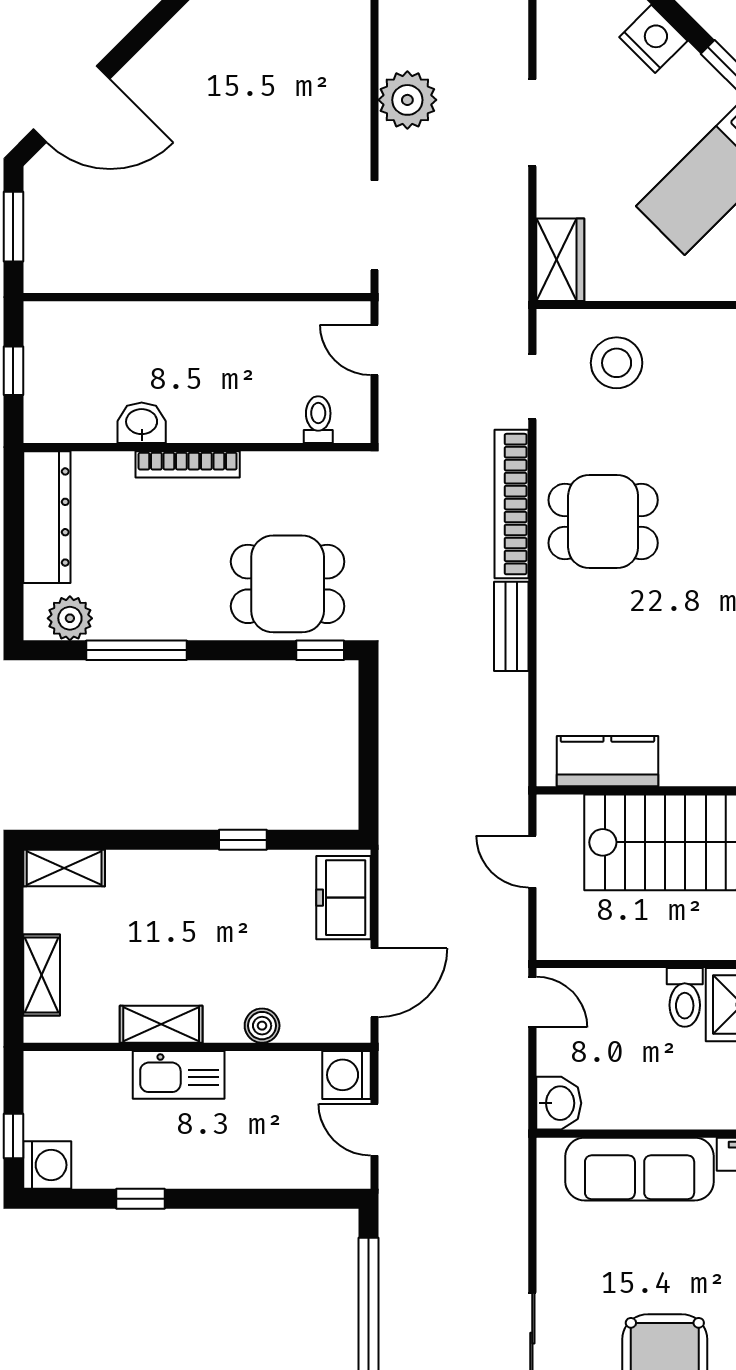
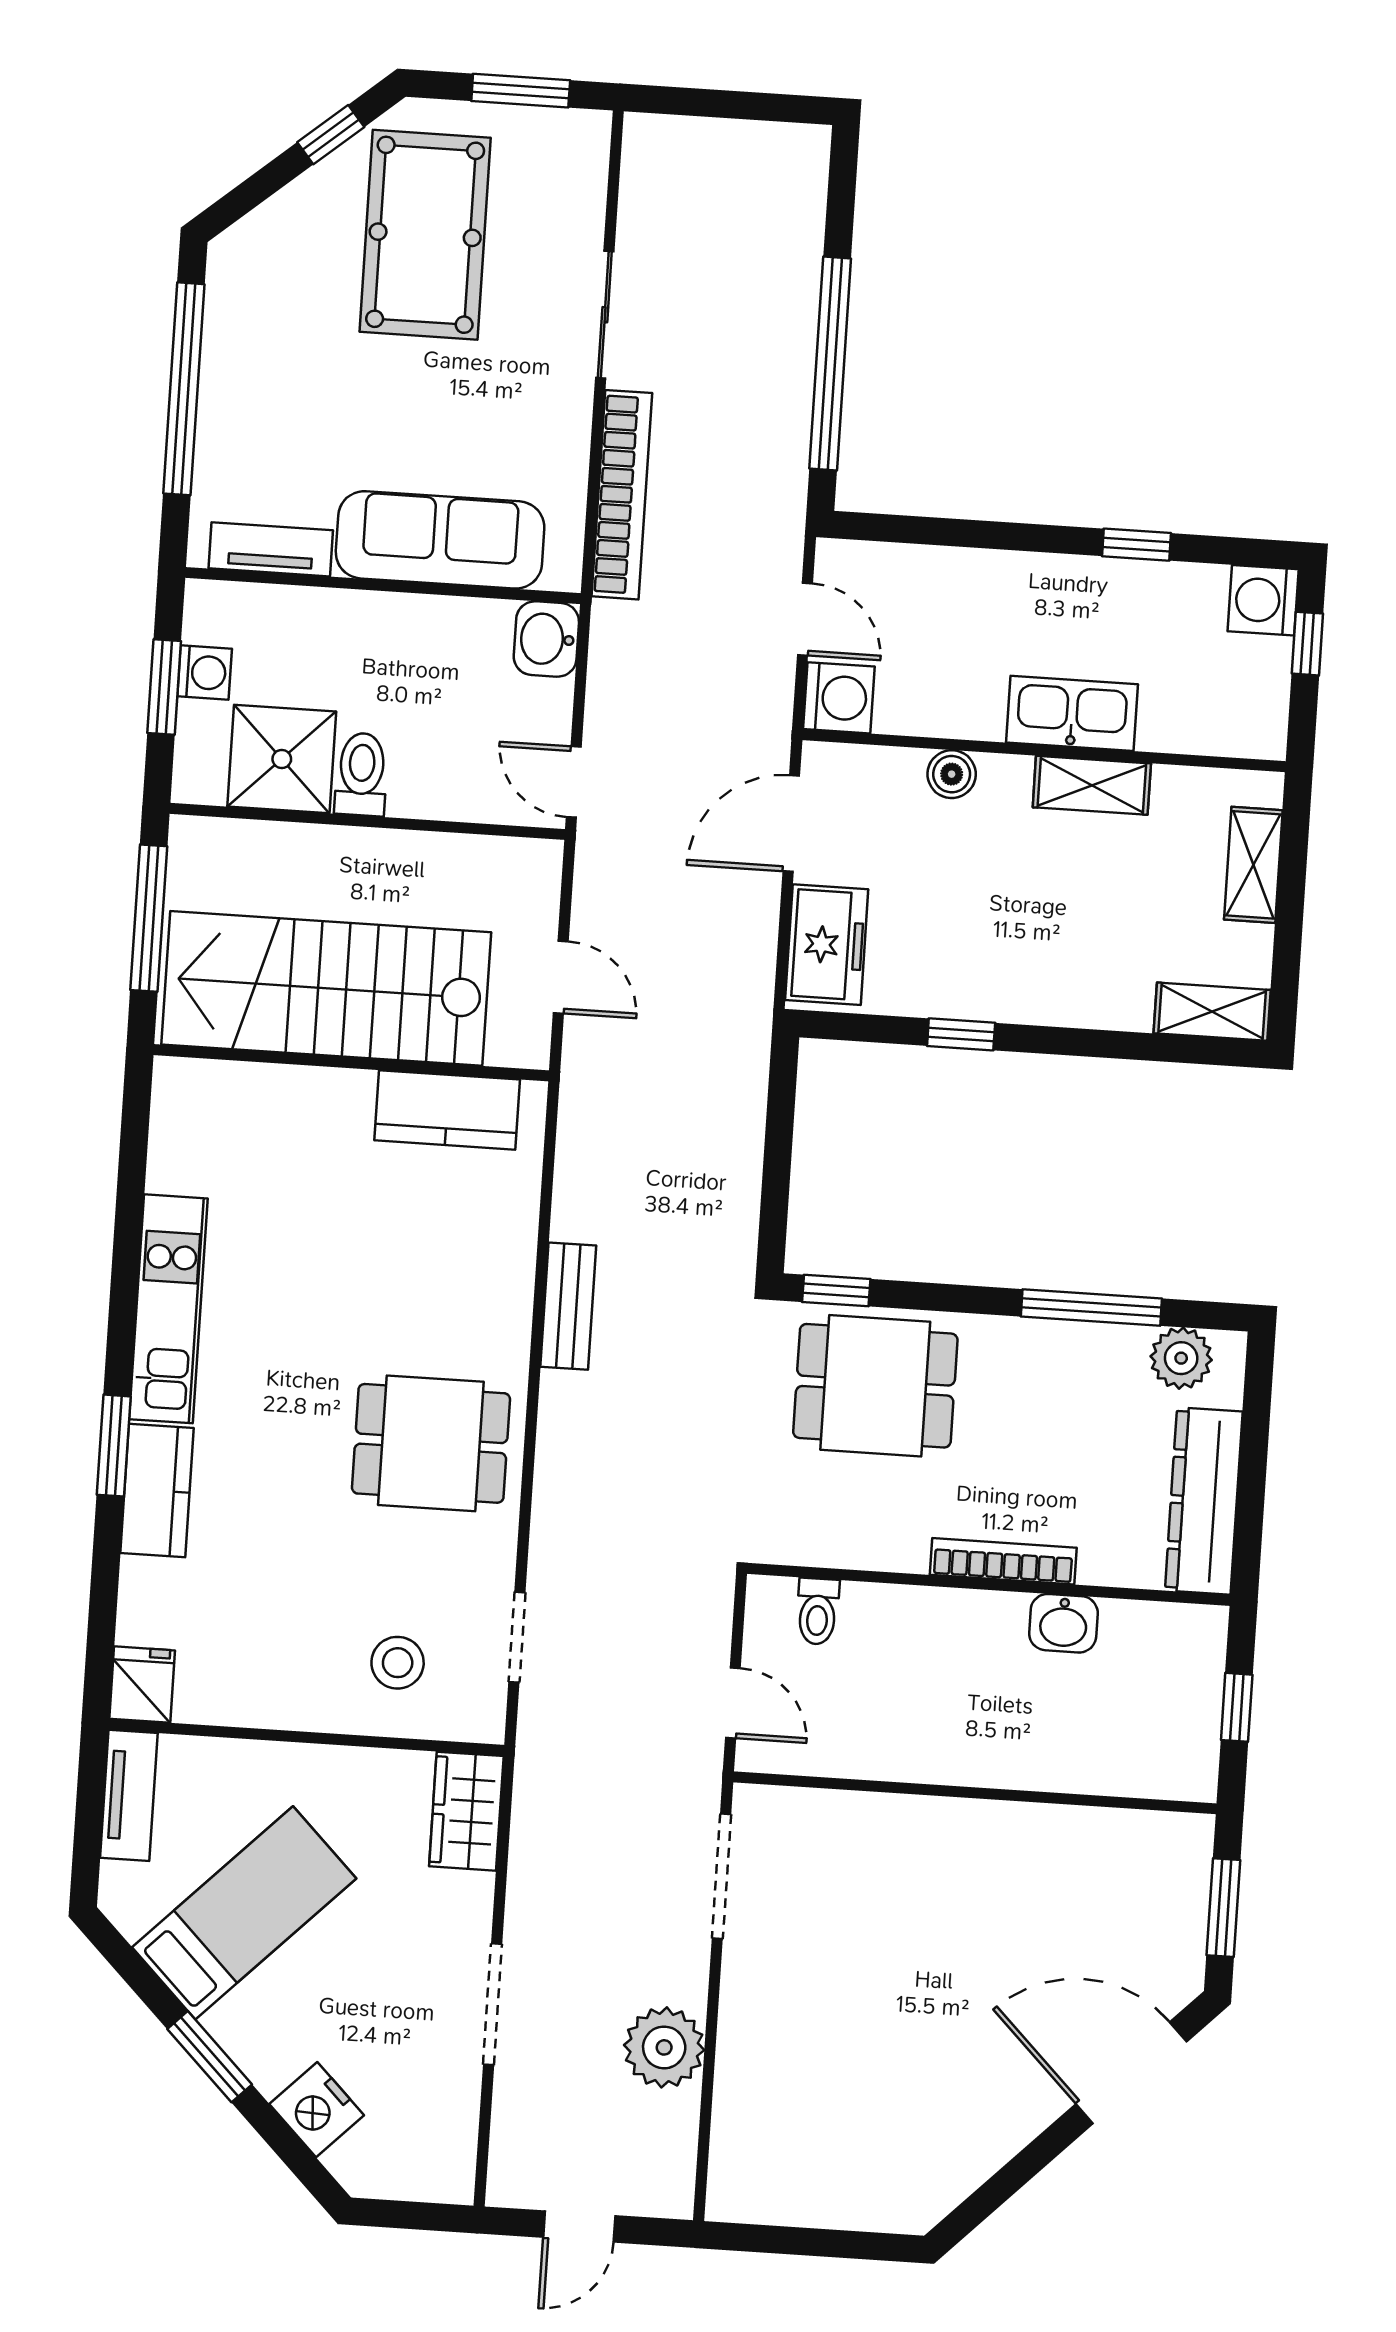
stool: (617, 363) -> (398, 1663), width x0.73, depth x0.73
bookcase: (512, 504) -> (622, 495), moved

